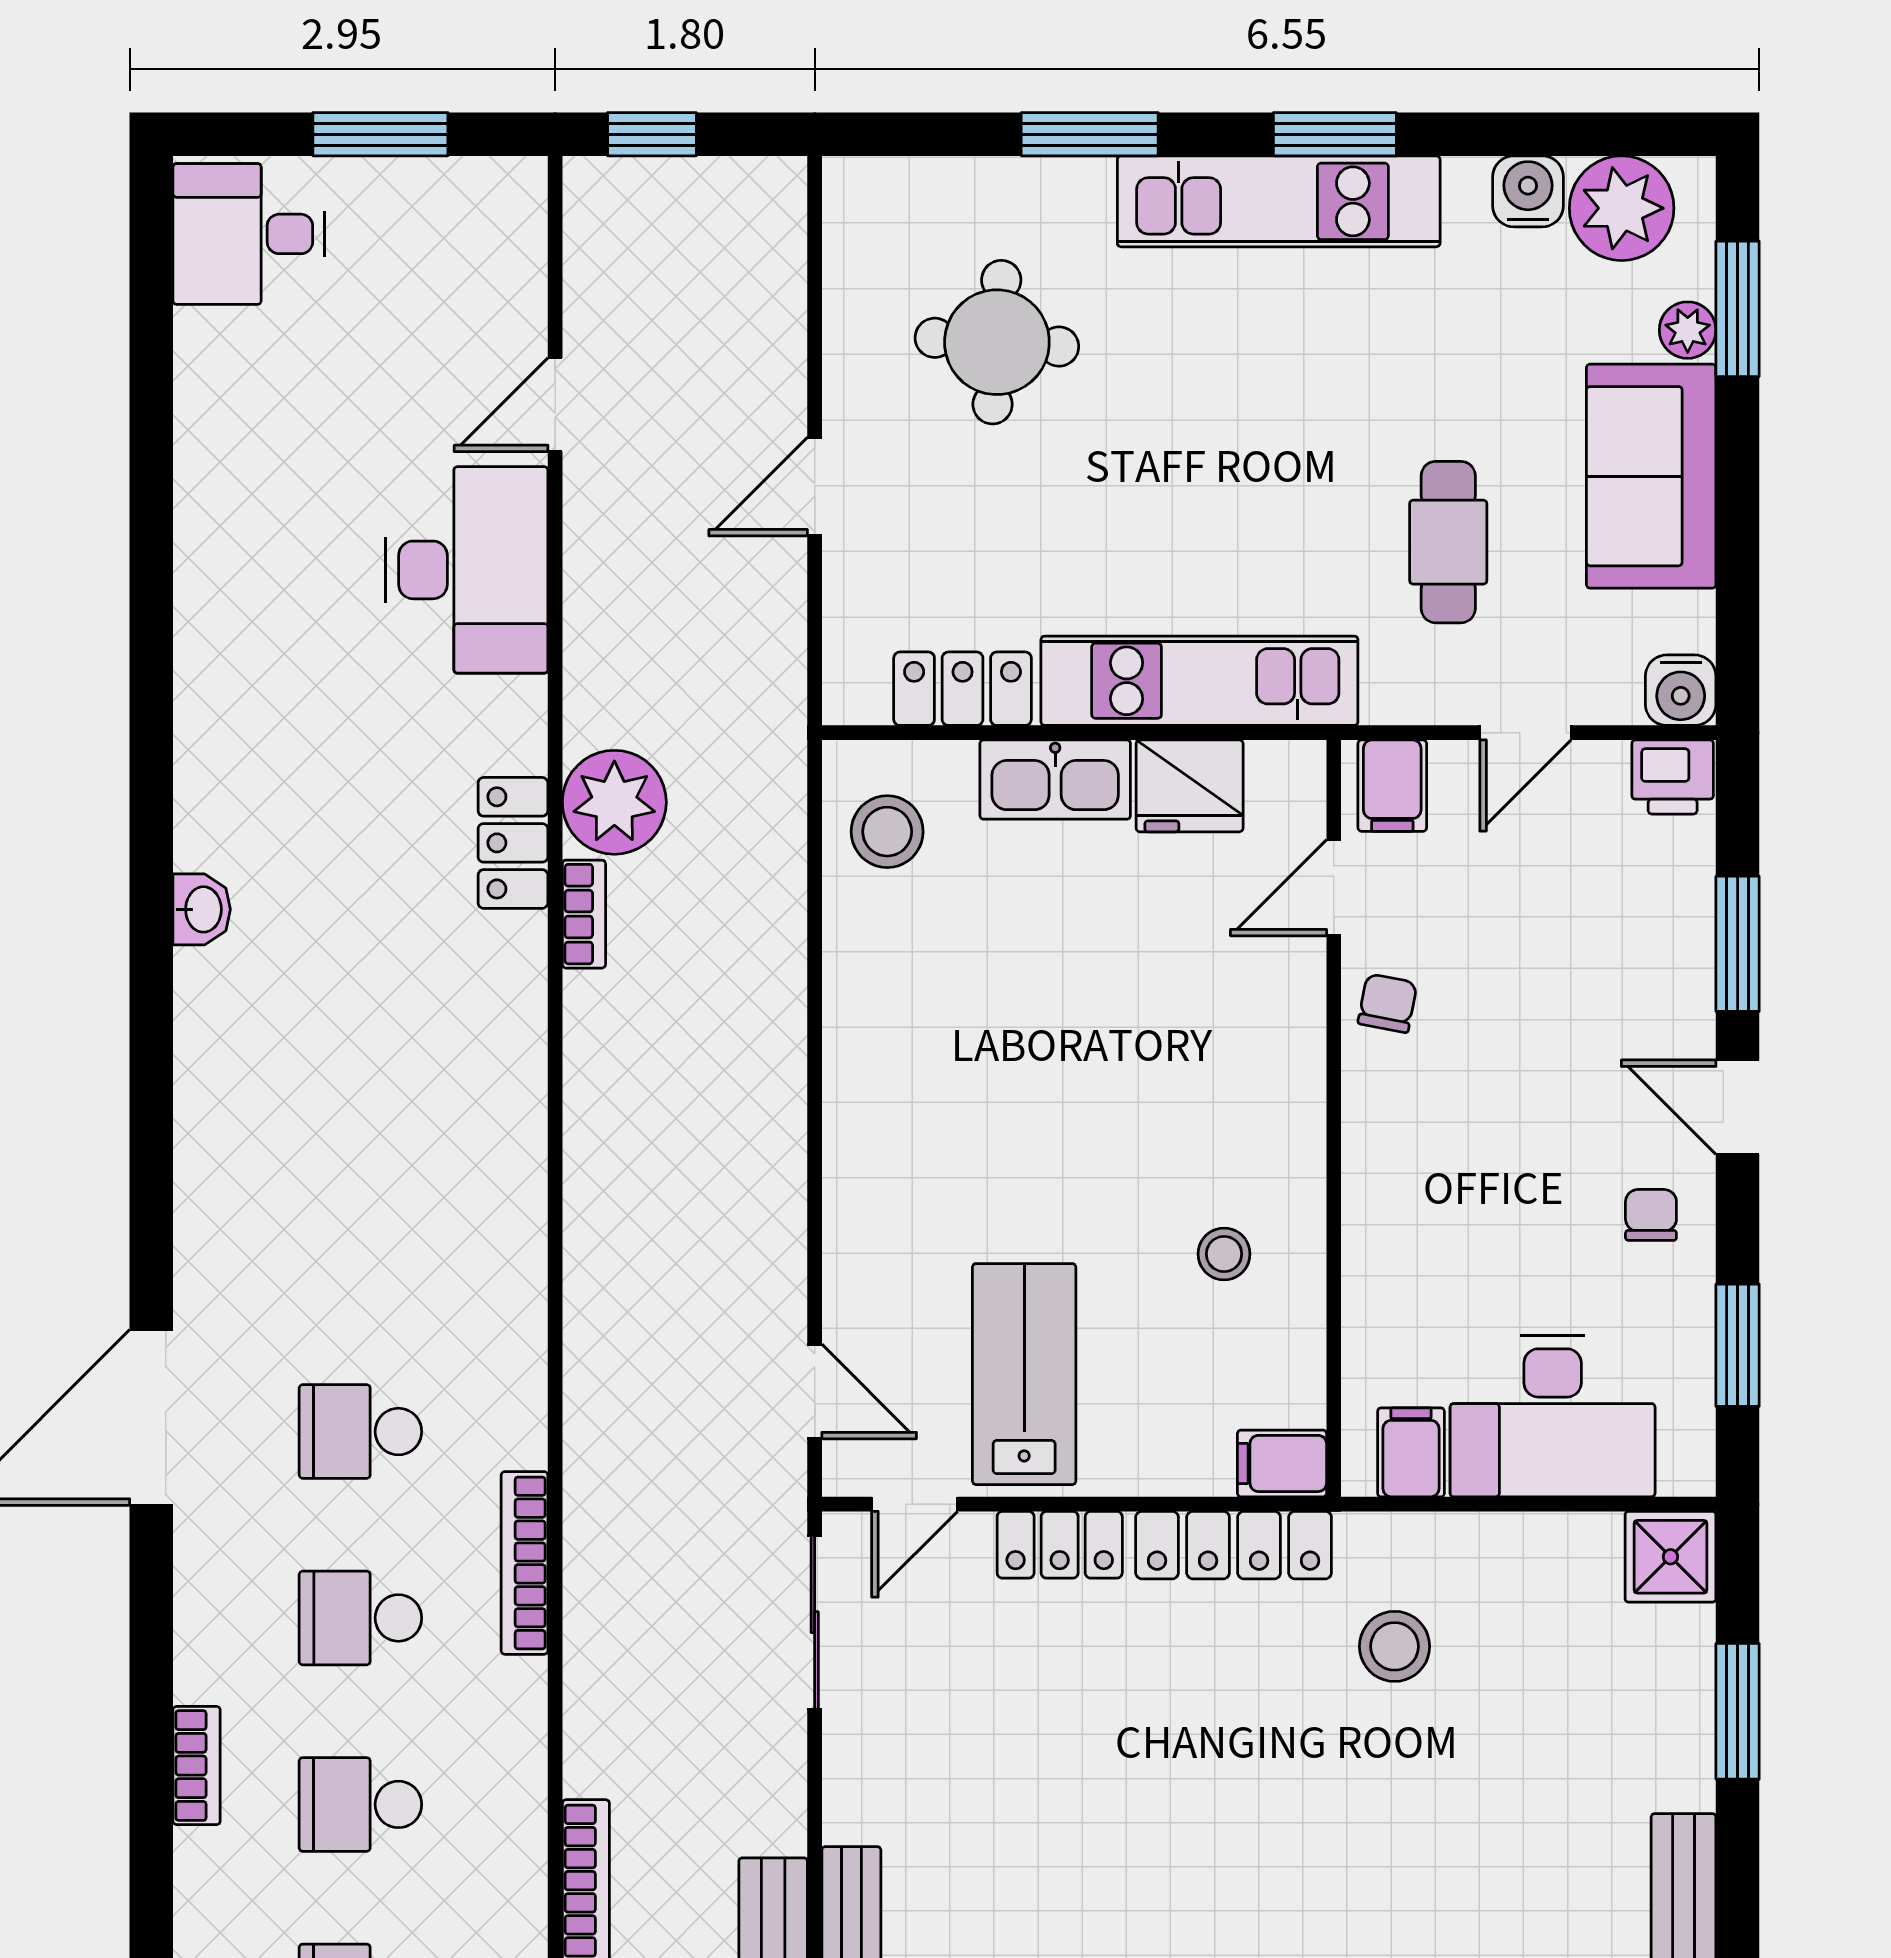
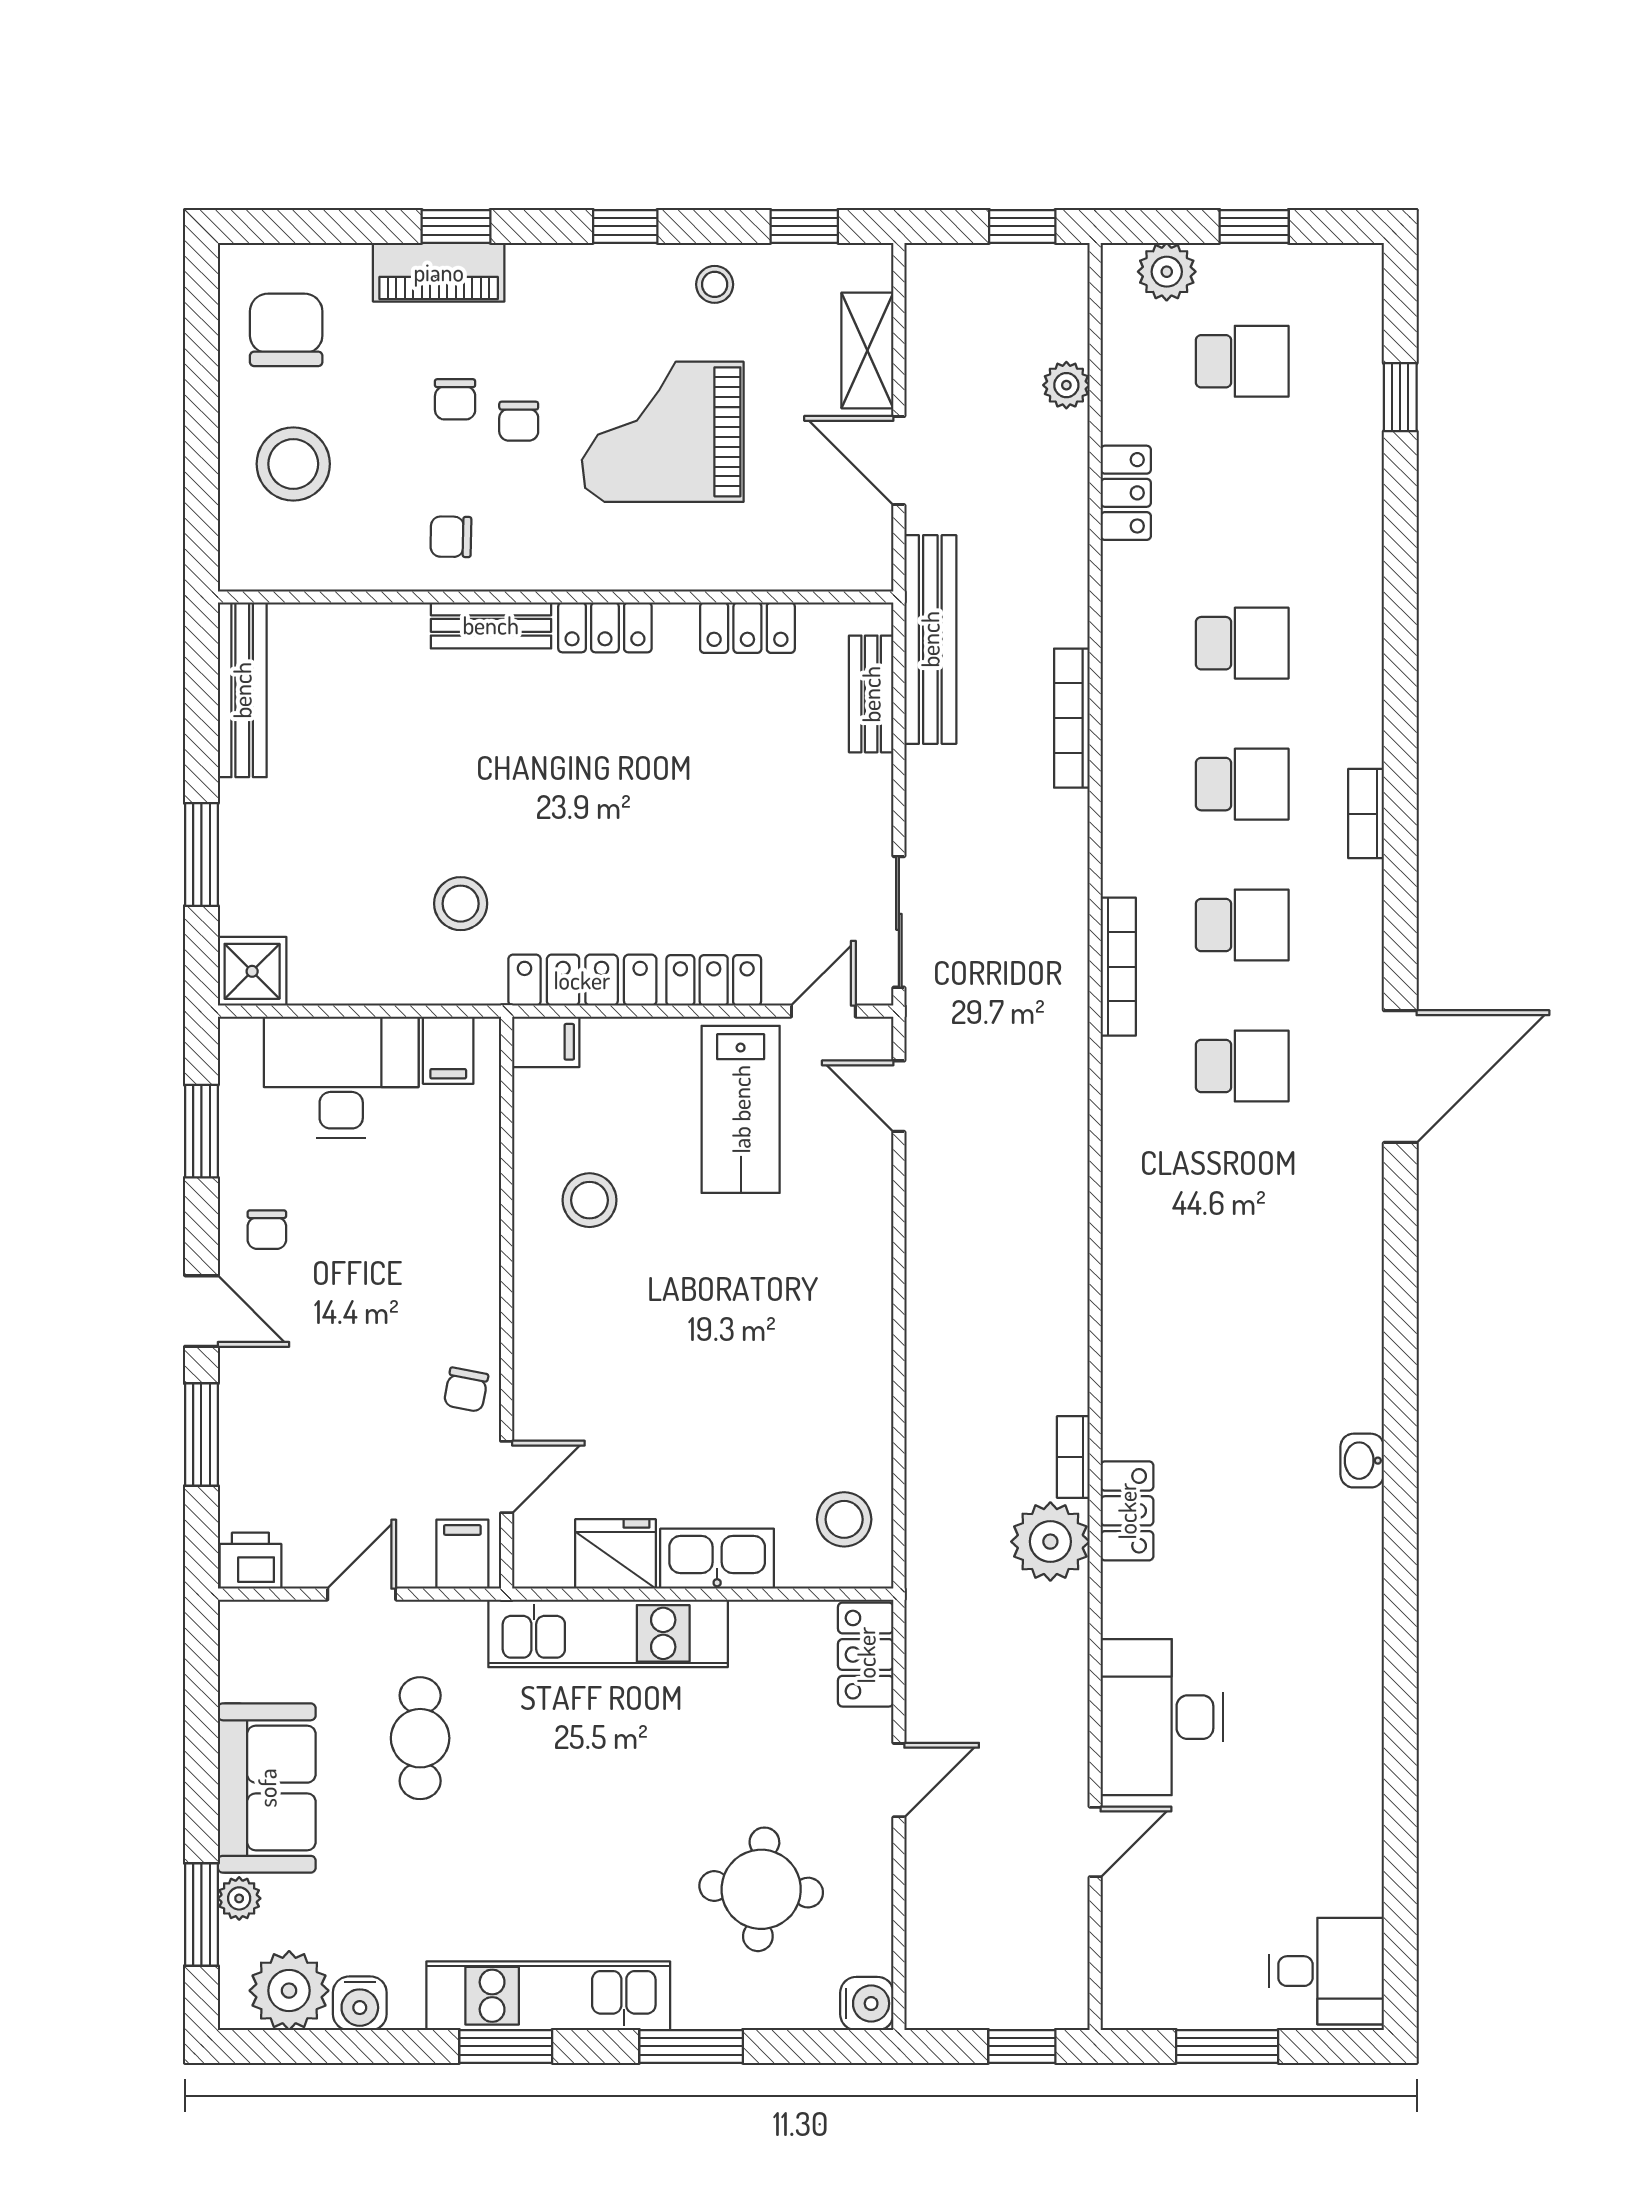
locker: (963, 689) -> (866, 1655), moved, turned 90
water cooler: (1681, 690) -> (867, 2003), moved, turned 90
stool: (1224, 1254) -> (590, 1200), width x1.37, depth x1.37

